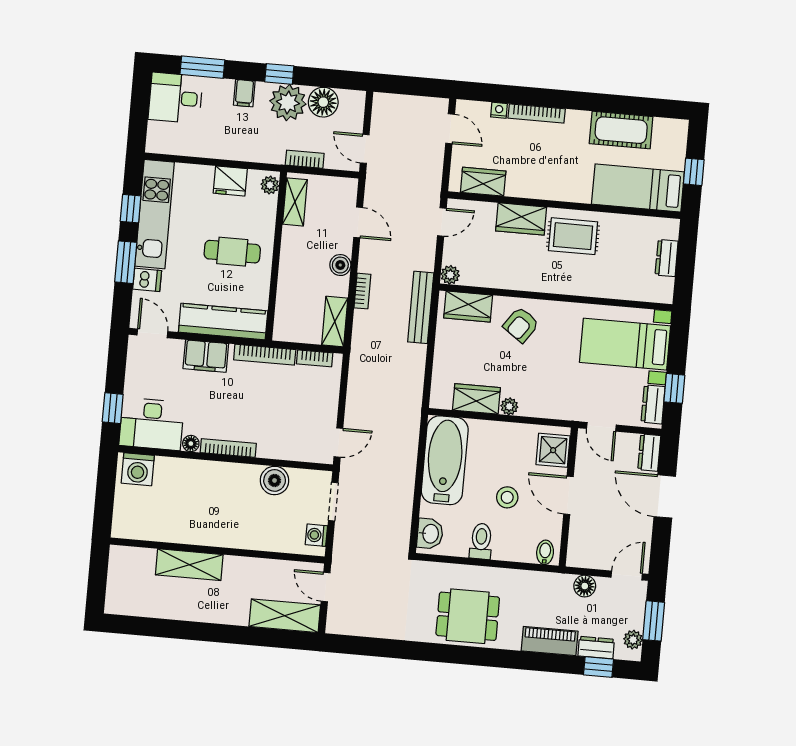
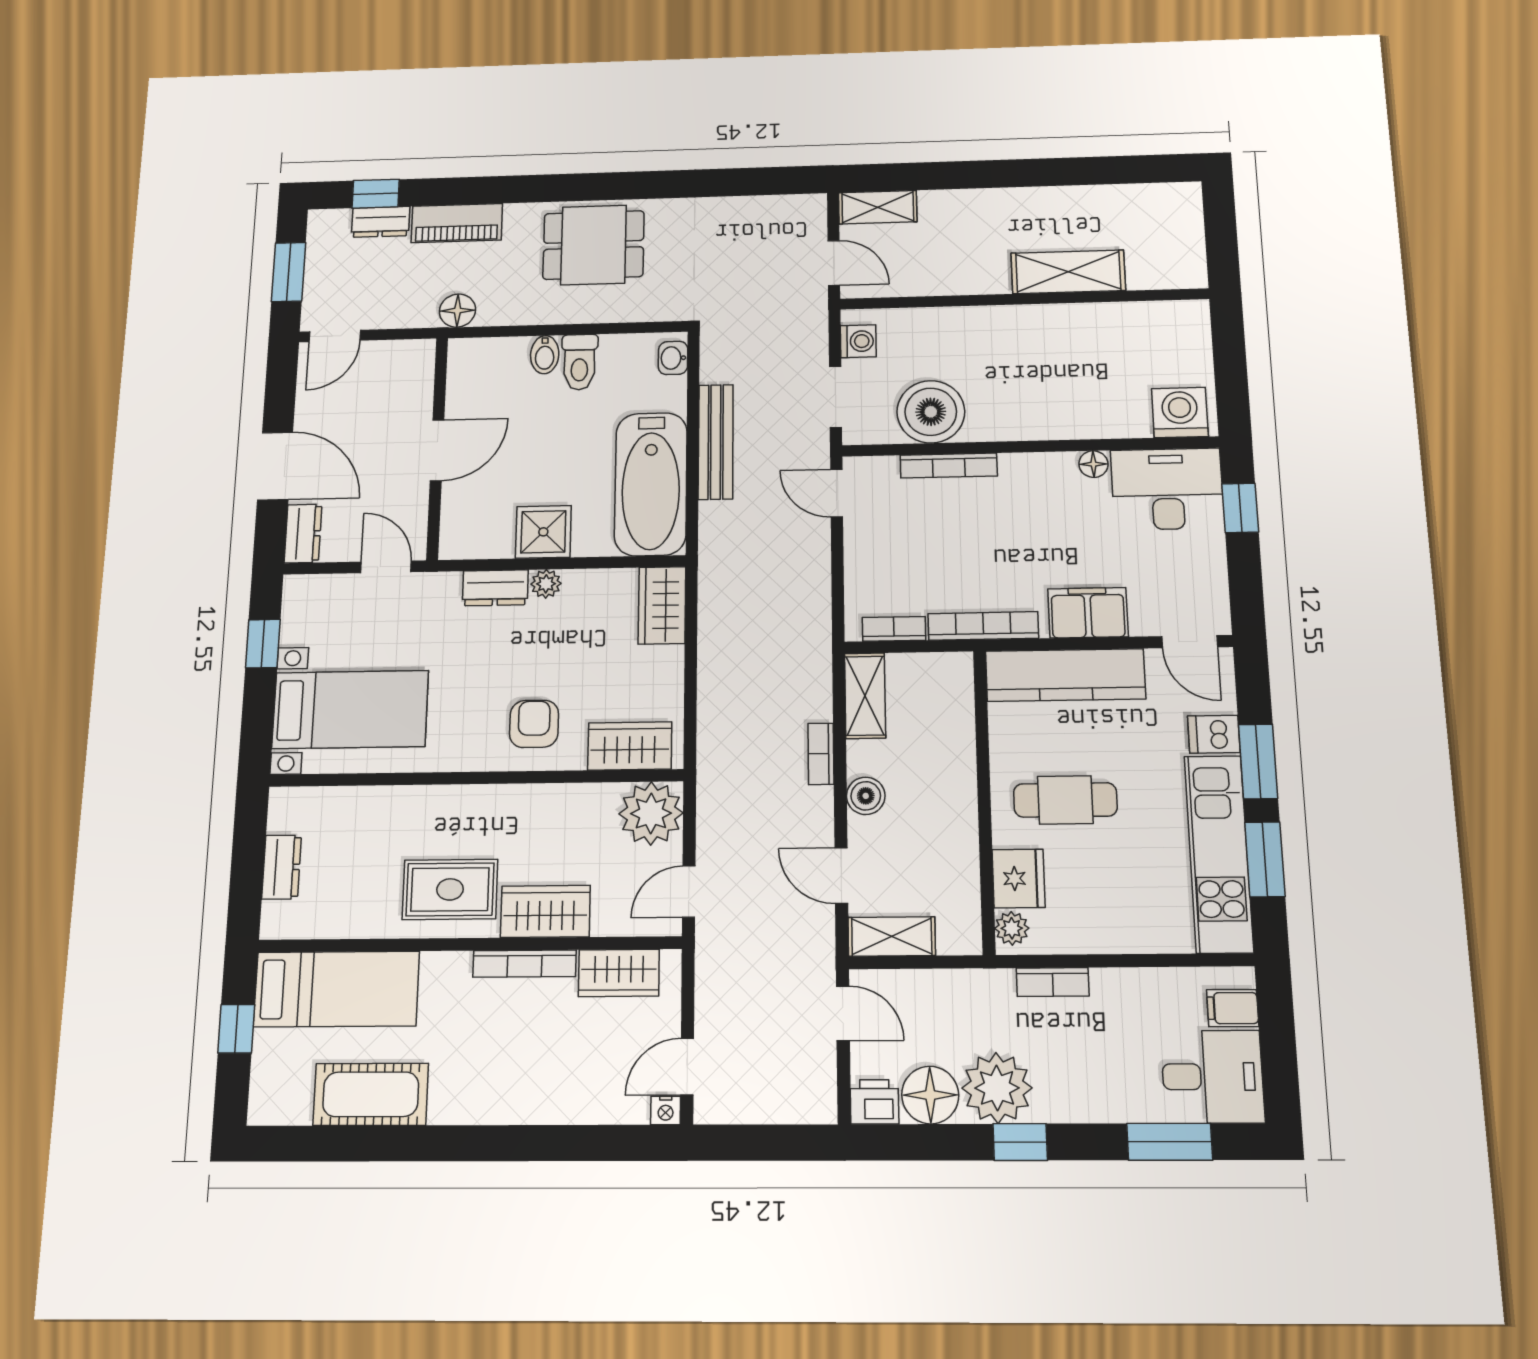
filing cabinet: (244, 93) -> (1233, 1008), moved, turned -90
printer: (353, 101) -> (875, 1102), added
nightstand: (499, 110) -> (666, 1110), moved
bookcase: (537, 113) -> (524, 964), moved, turned 180
door: (450, 129) -> (687, 1067), hinge flipped
bookcase: (305, 159) -> (1053, 982), moved
fridge: (230, 181) -> (1019, 878), moved, turned 90
shelving: (295, 202) -> (892, 936), moved, turned 90
window: (131, 209) -> (1265, 859), width x1.50
plant: (450, 275) -> (651, 813), width x1.87, depth x1.87
bench: (421, 307) -> (716, 442), moved
armchair: (521, 325) -> (534, 724), turned -35
wardrobe: (476, 399) -> (662, 605), moved, turned 90
dresser: (653, 404) -> (495, 588), moved, turned 90
door: (338, 443) -> (837, 493), hinge flipped
bookcase: (228, 448) -> (949, 466), moved
shower: (553, 450) -> (543, 532), moved
boiler: (275, 480) -> (931, 412), width x1.37, depth x1.37
door: (568, 495) -> (437, 450), hinge flipped
stool: (507, 497) -> (540, 436), removed
washbasin: (430, 534) -> (673, 358), width x0.72, depth x0.69
bidet: (545, 552) -> (545, 355), moved
floor lamp: (585, 586) -> (458, 311), moved
shelving: (285, 616) -> (878, 207), width x0.67, depth x0.75
plant: (633, 640) -> (321, 240), removed

